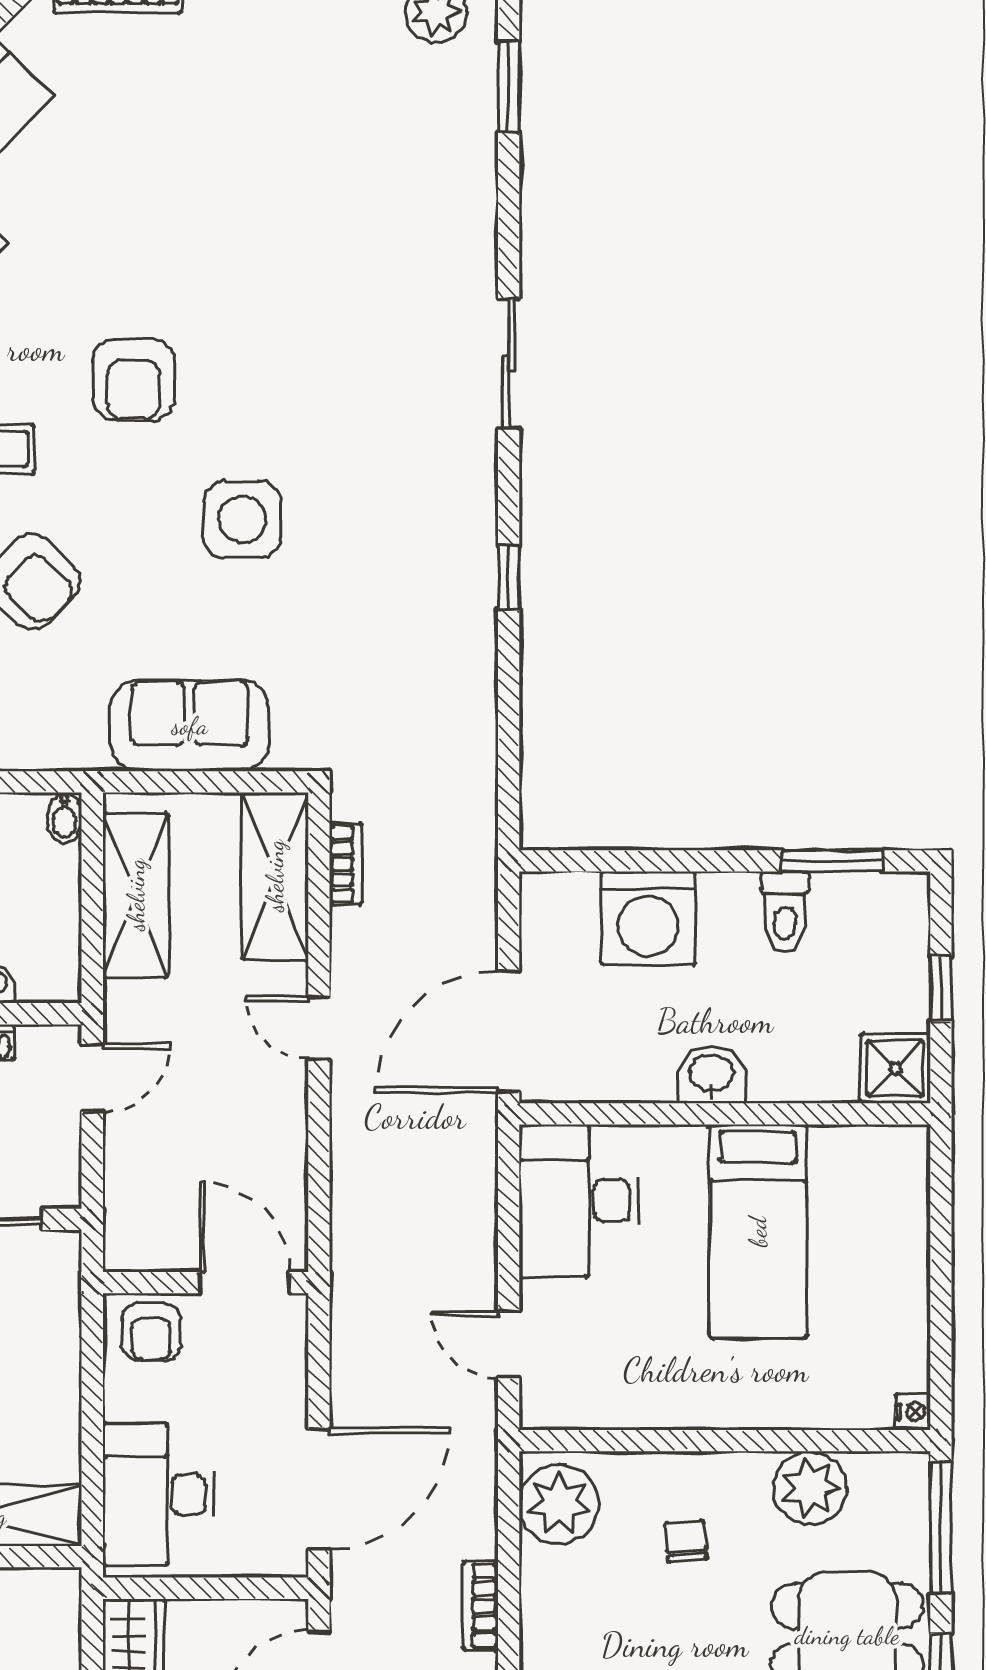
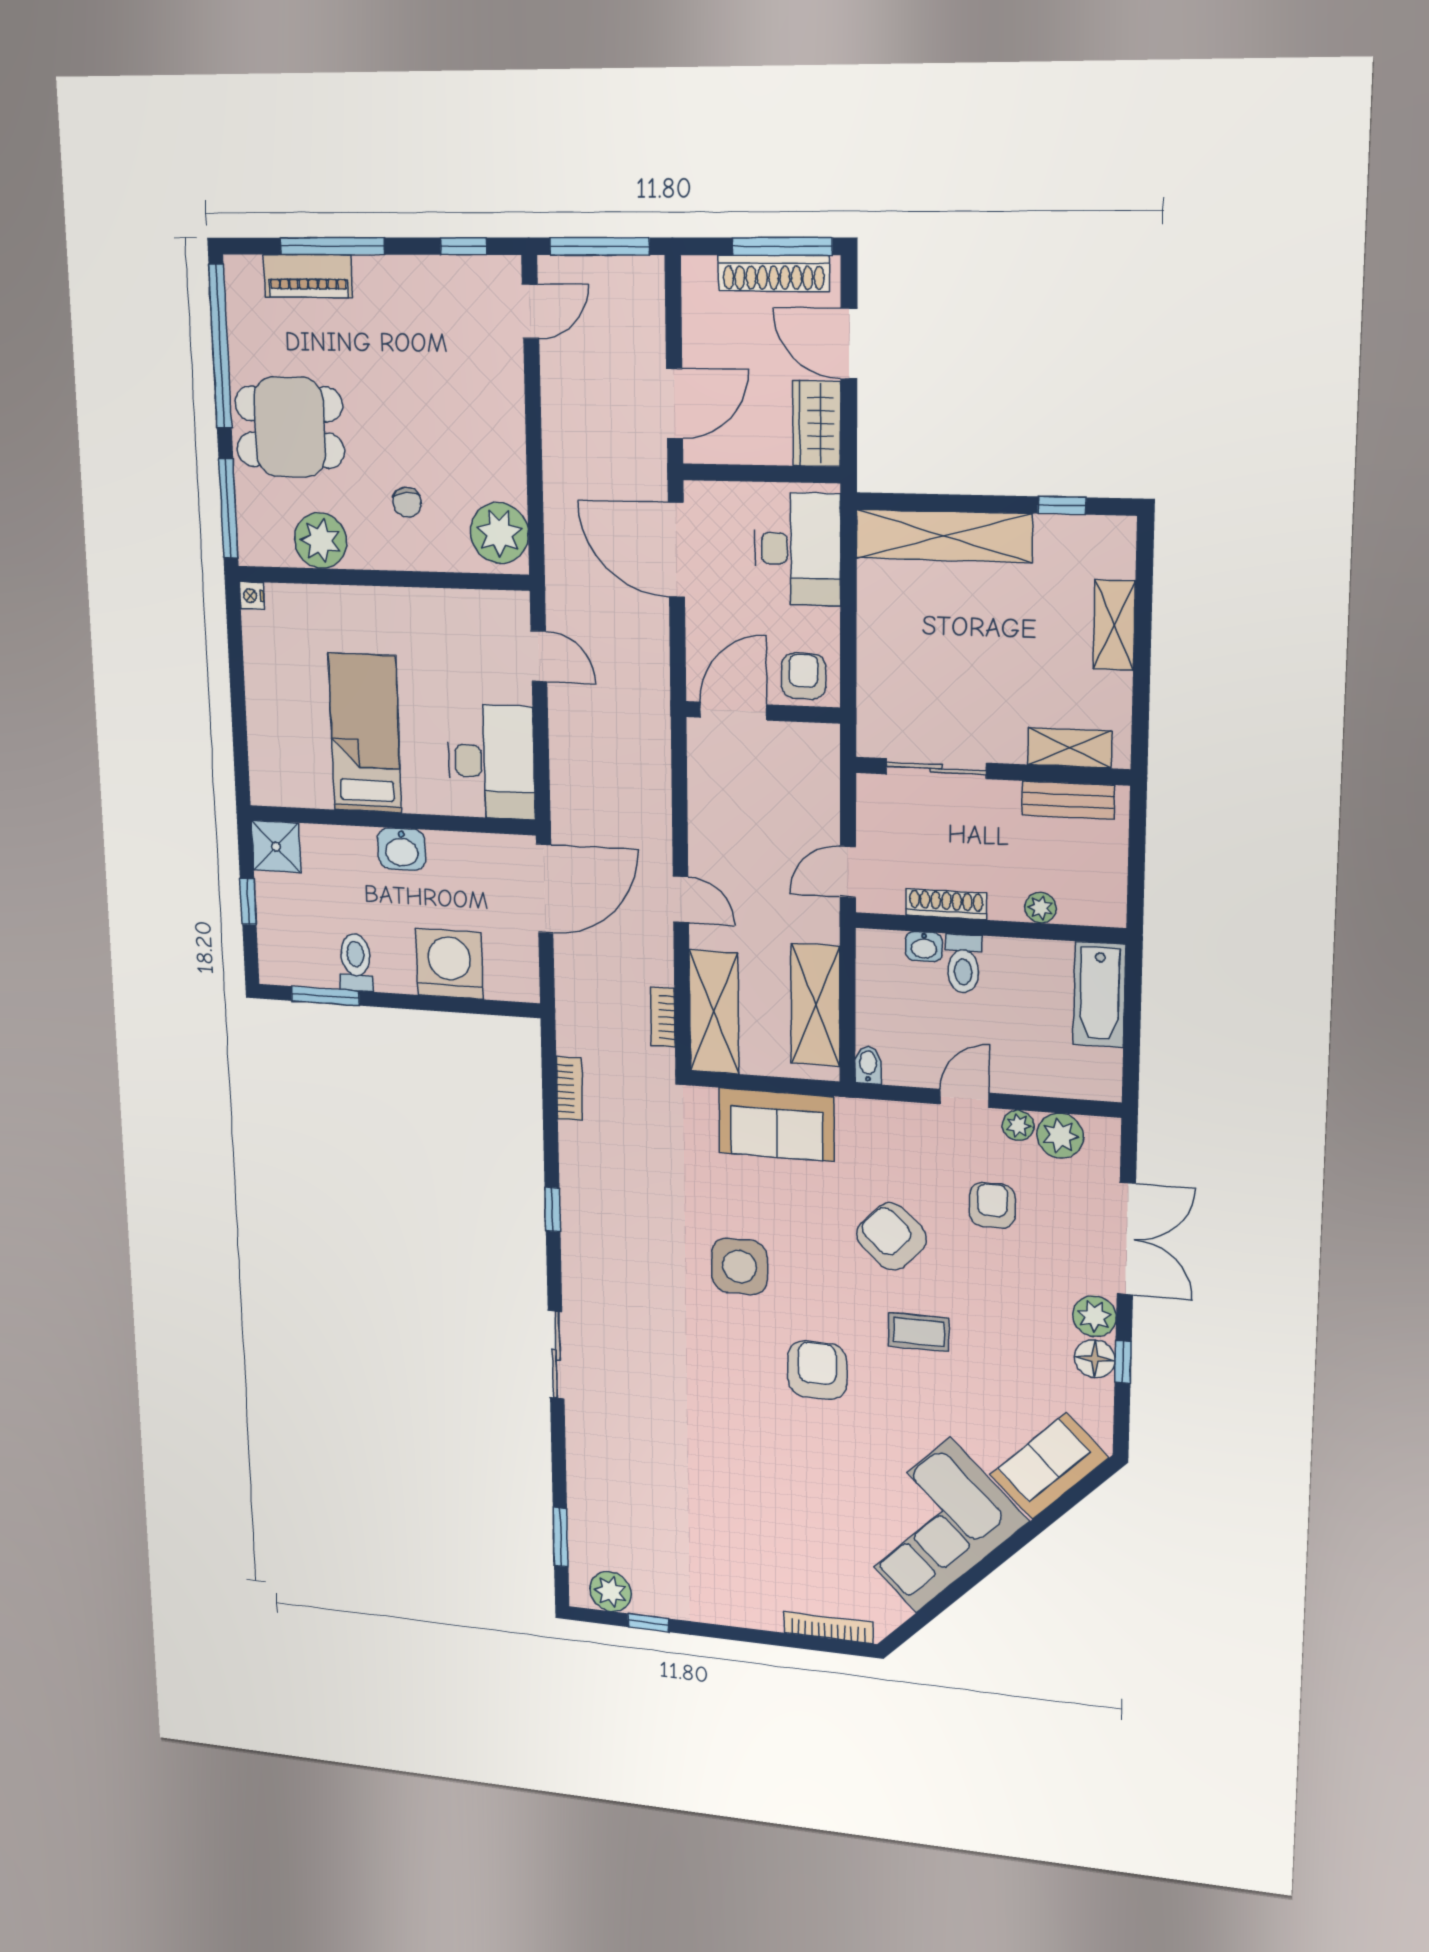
door: (245, 1283) -> (733, 711), swing flipped
door: (319, 1489) -> (676, 550), hinge flipped
bookcase: (480, 1606) -> (569, 1089), moved

